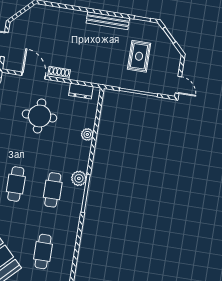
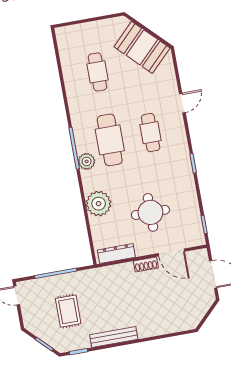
dresser: (81, 91) -> (116, 254), width x1.44
plant: (87, 134) -> (99, 204), width x1.87, depth x1.87
cafe table: (53, 190) -> (110, 140), width x1.37, depth x1.35

